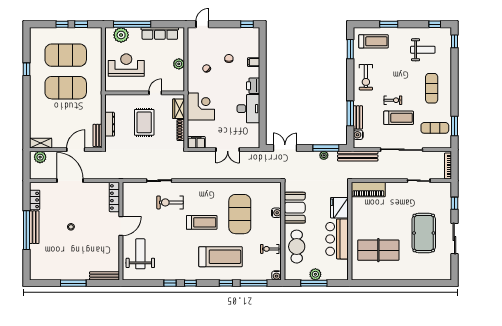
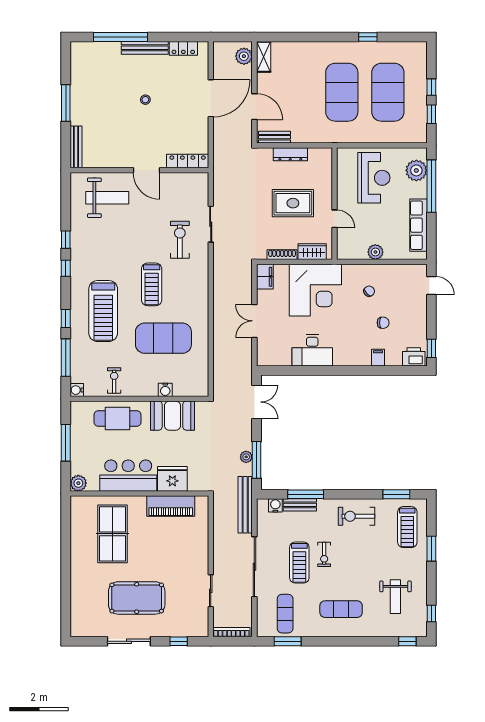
printer: (253, 86) -> (414, 357), moved
corner desk: (201, 106) -> (315, 290), width x1.36, depth x1.36
piano: (368, 189) -> (171, 506), moved, turned -90
window: (26, 230) -> (120, 37), moved
plant: (315, 274) -> (78, 483), moved

